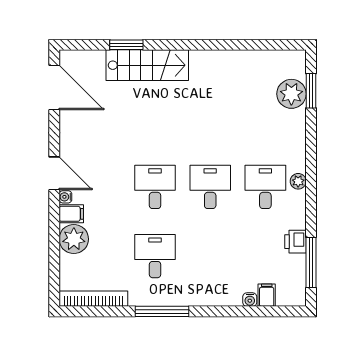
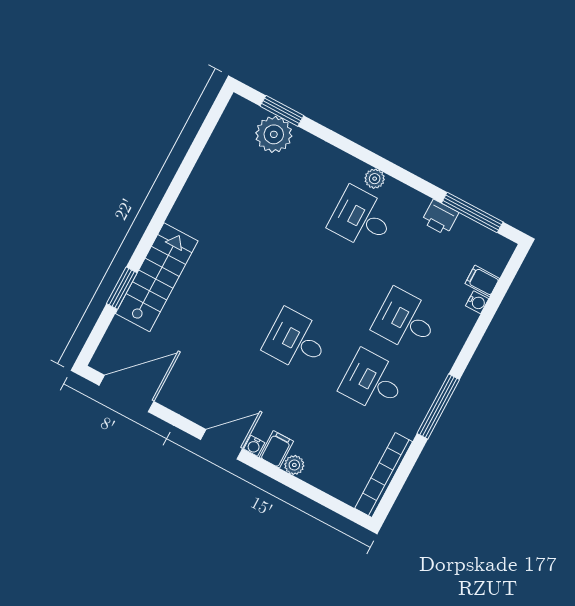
desk: (210, 187) -> (405, 320), moved
plant: (74, 239) -> (294, 465), width x0.53, depth x0.53

